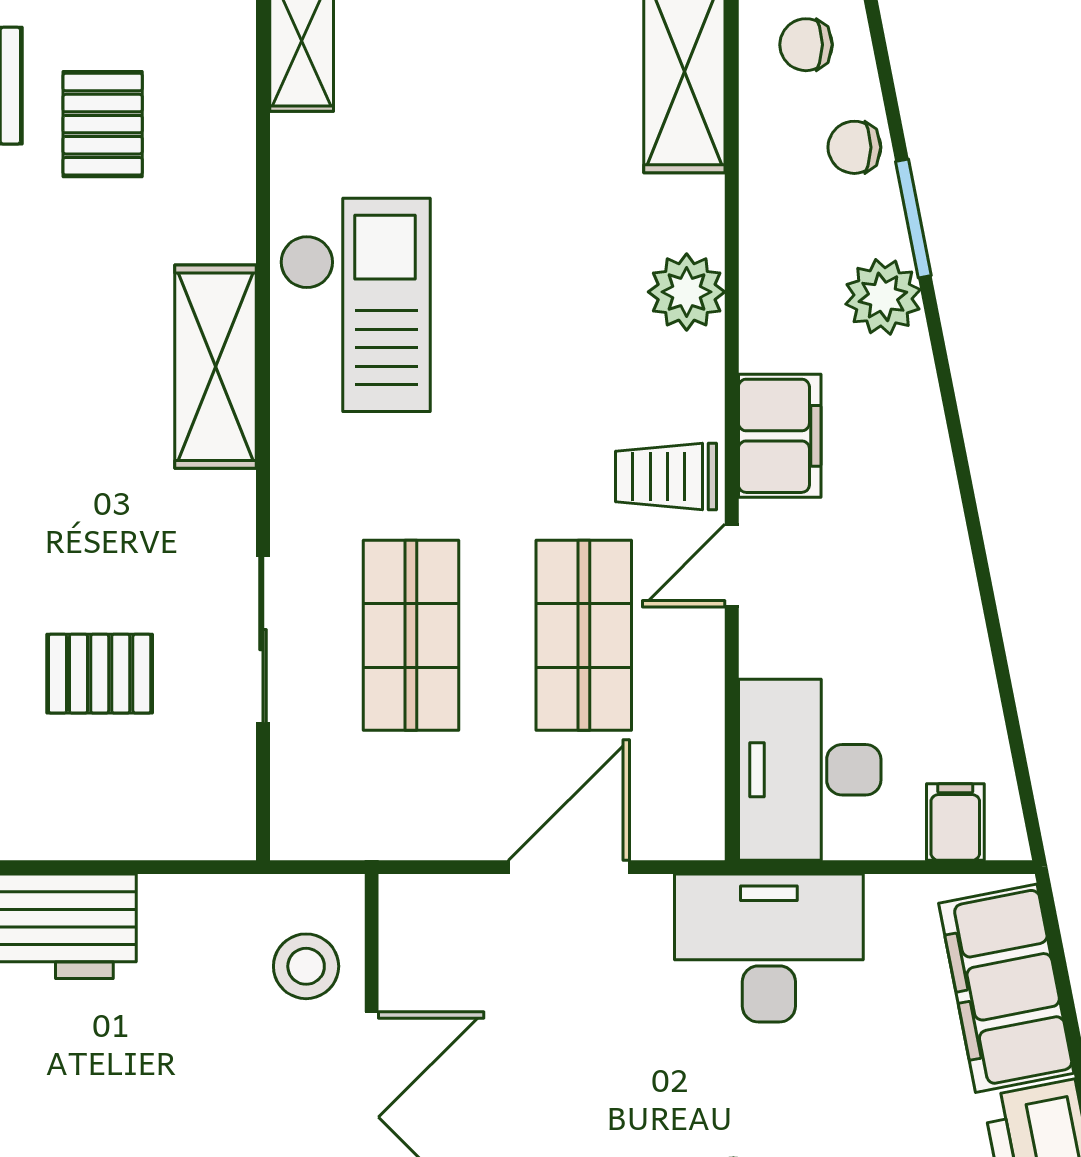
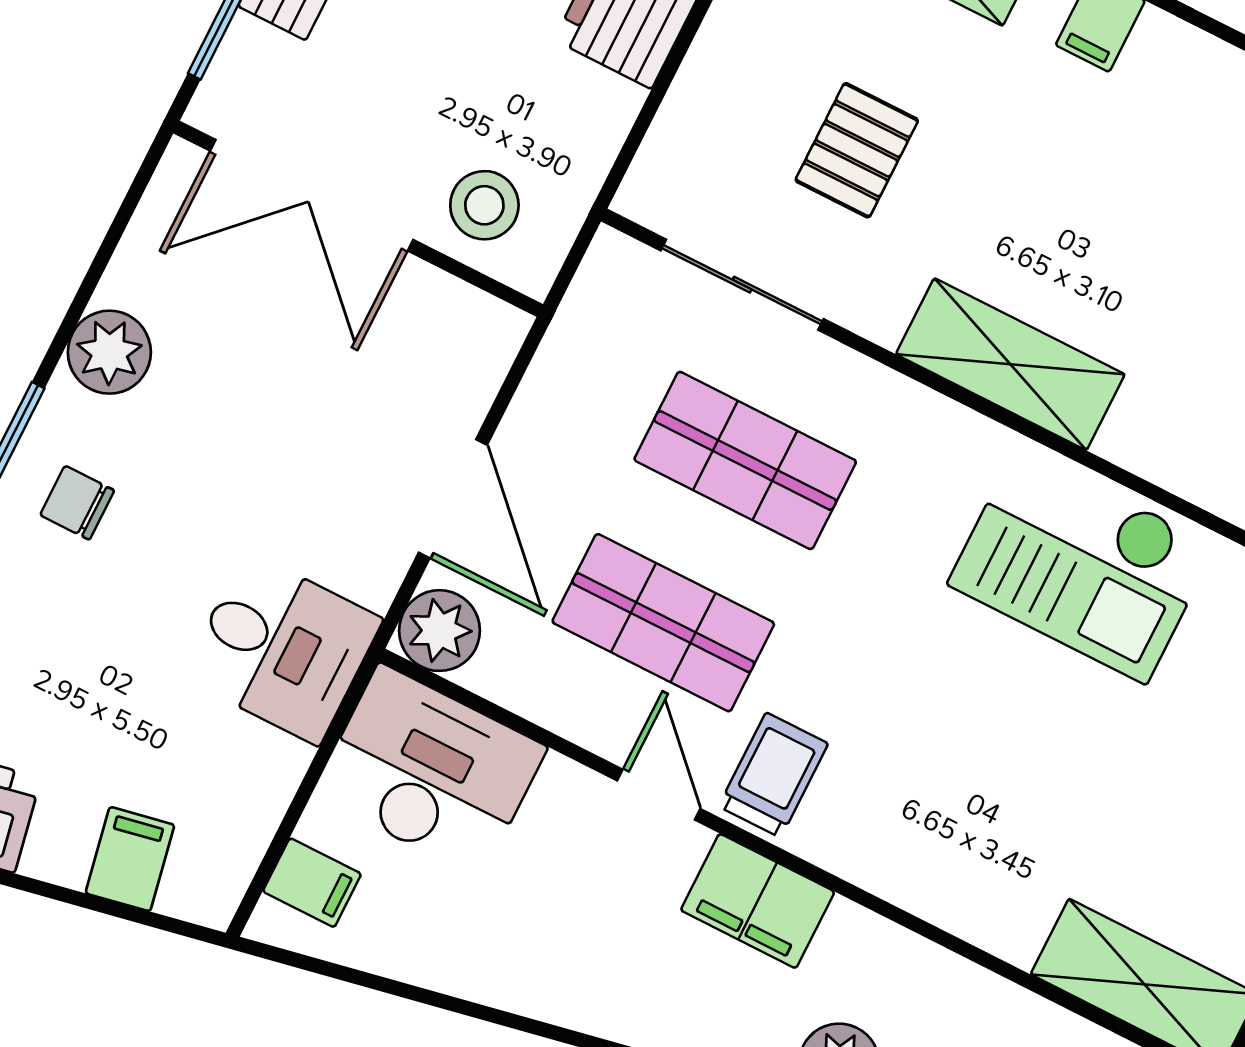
plant: (687, 292) -> (440, 631), moved
shelving: (215, 367) -> (1010, 364), moved
sliding door: (263, 640) -> (742, 285), moved
desk: (769, 948) -> (282, 648), width x0.73
filing cabinet: (1006, 988) -> (130, 859), width x0.33, depth x0.86

